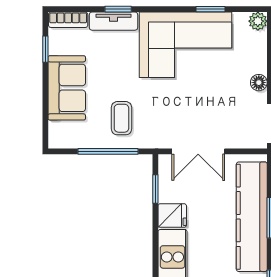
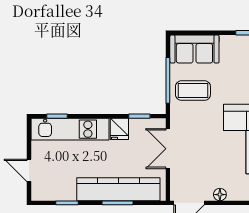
sofa: (67, 88) -> (194, 49), moved
coffee table: (121, 118) -> (193, 91), width x1.36, depth x1.30

